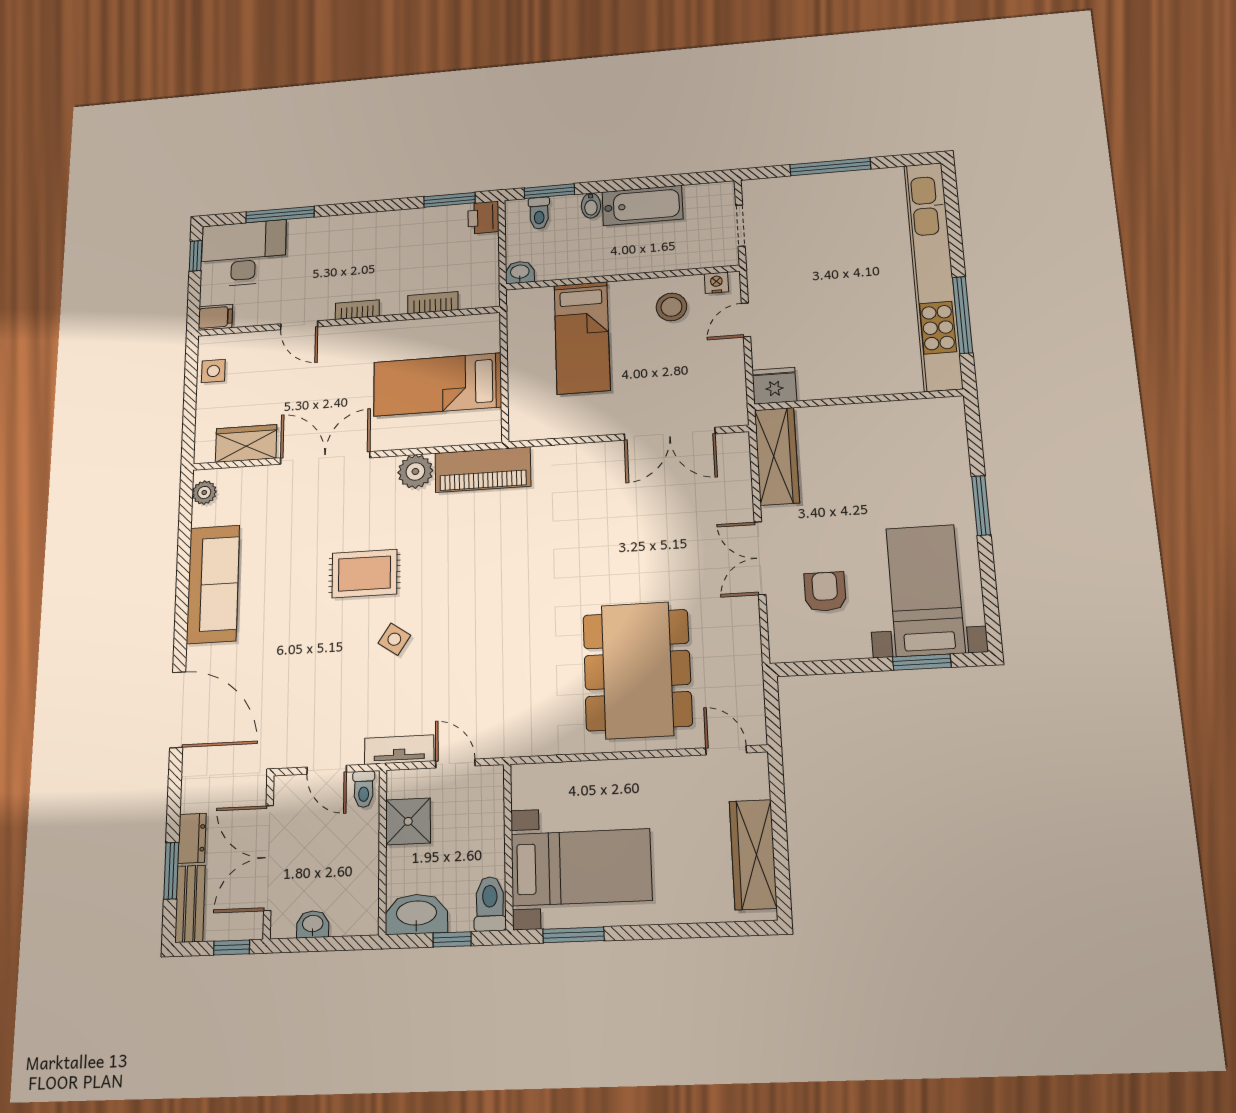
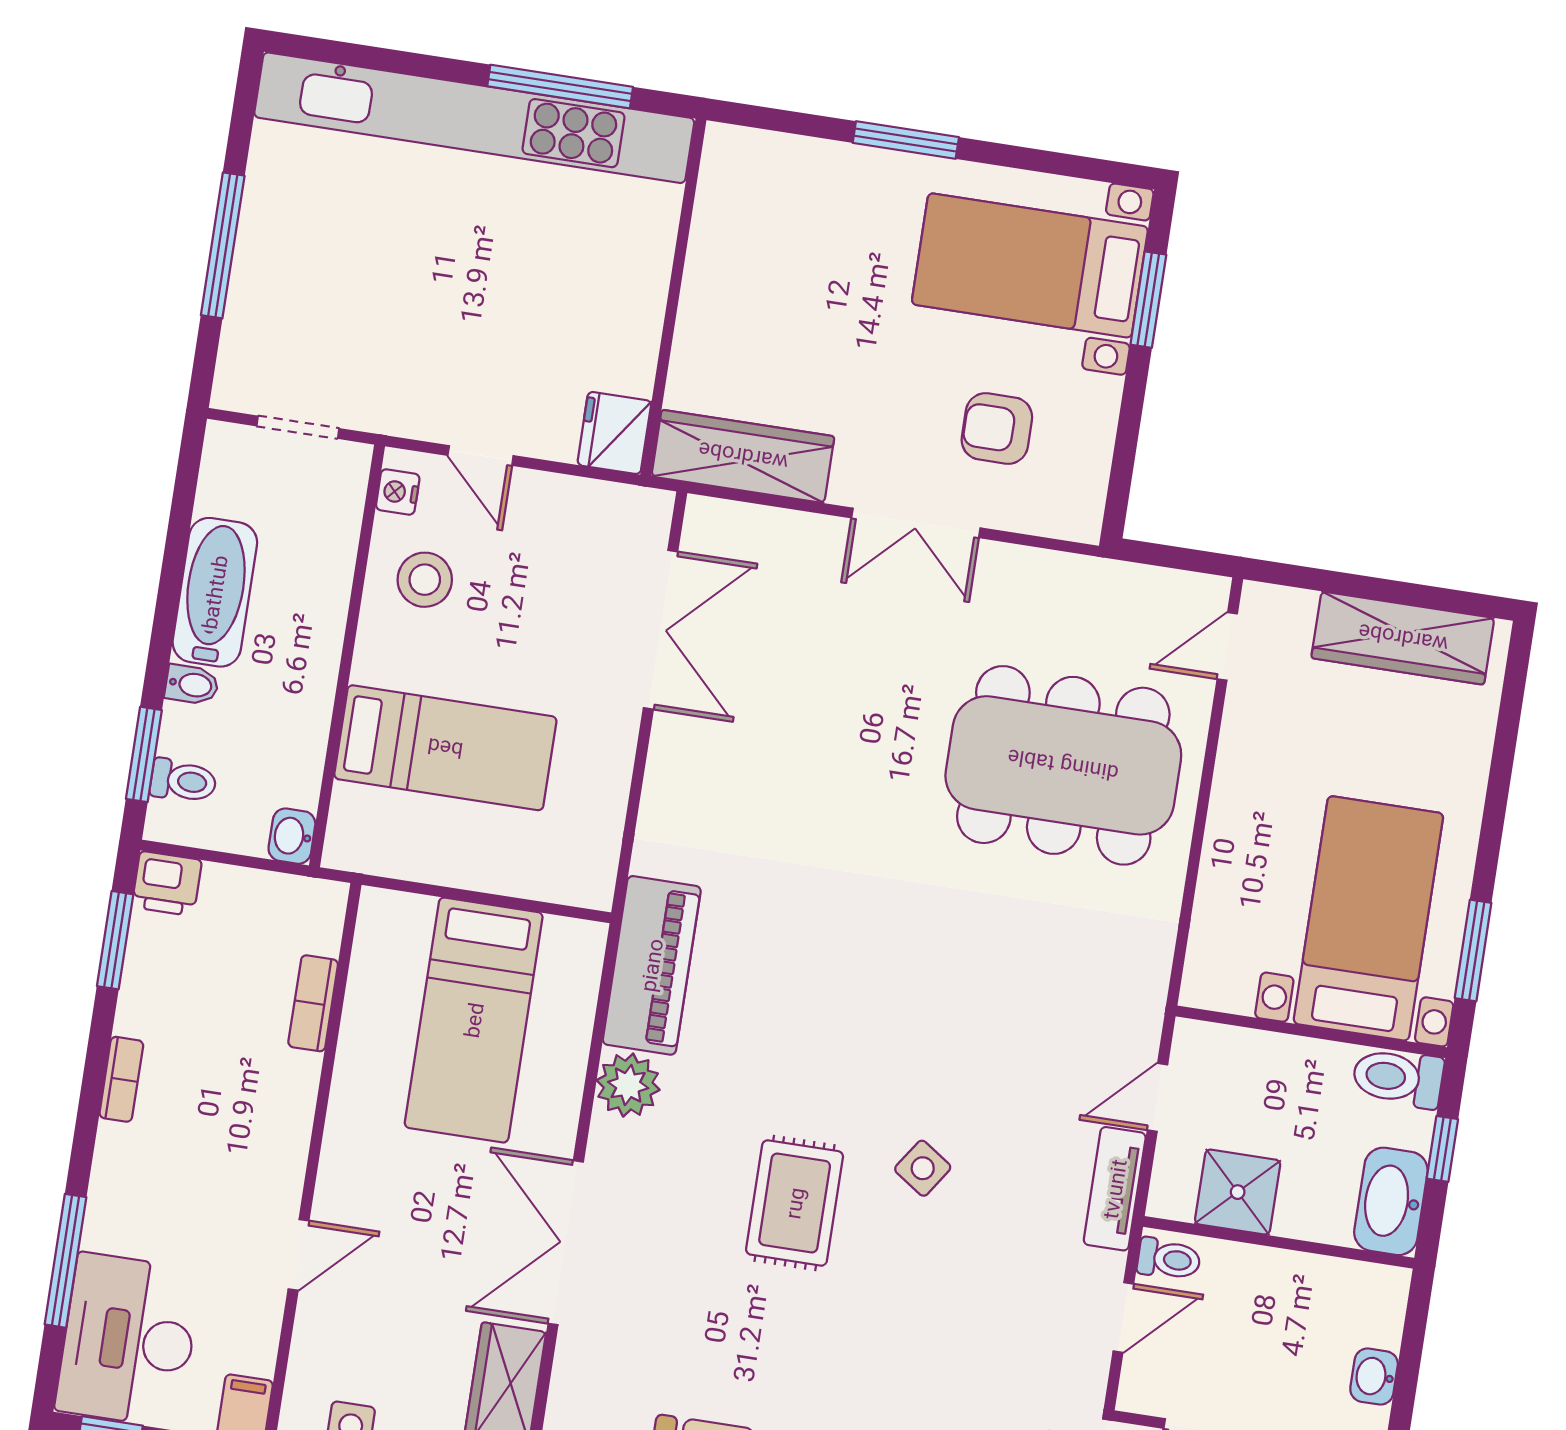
bookcase: (357, 310) -> (121, 1079), moved, turned 180

